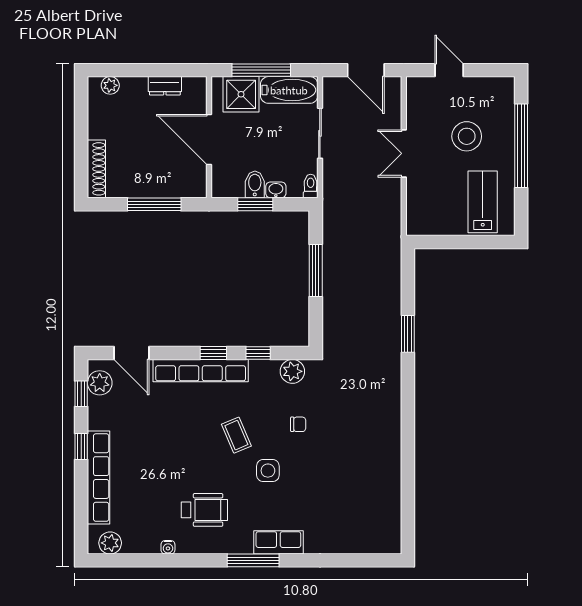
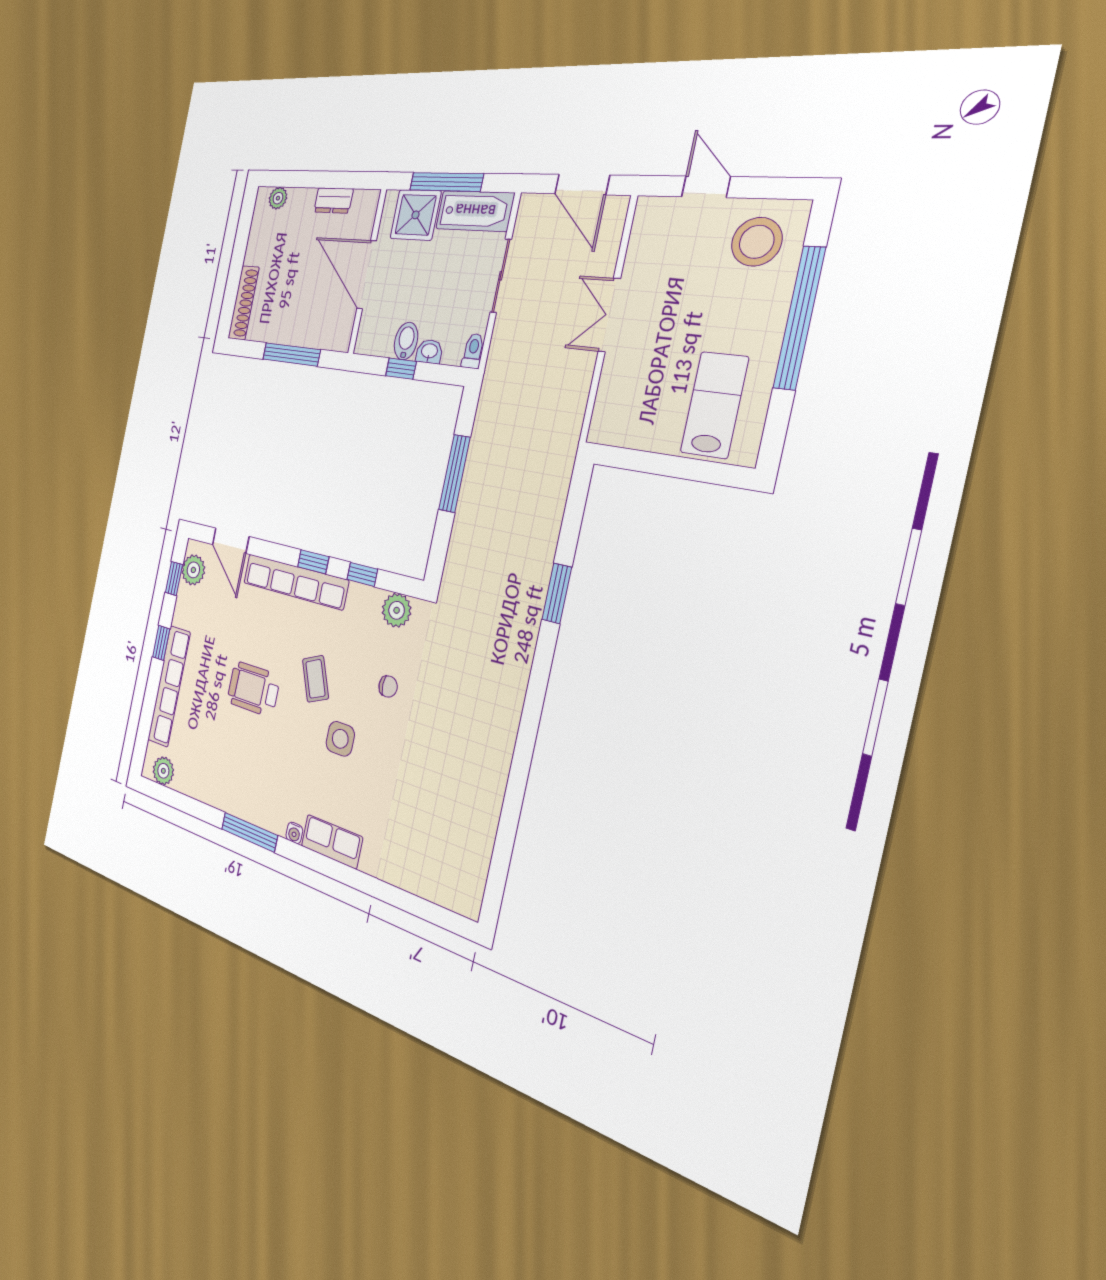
stool: (467, 136) -> (757, 242), moved
window: (255, 204) -> (401, 369), width x0.67
wheelchair: (204, 510) -> (253, 689), moved, turned 180
water cooler: (168, 547) -> (294, 833), moved
window: (253, 560) -> (249, 832), moved

